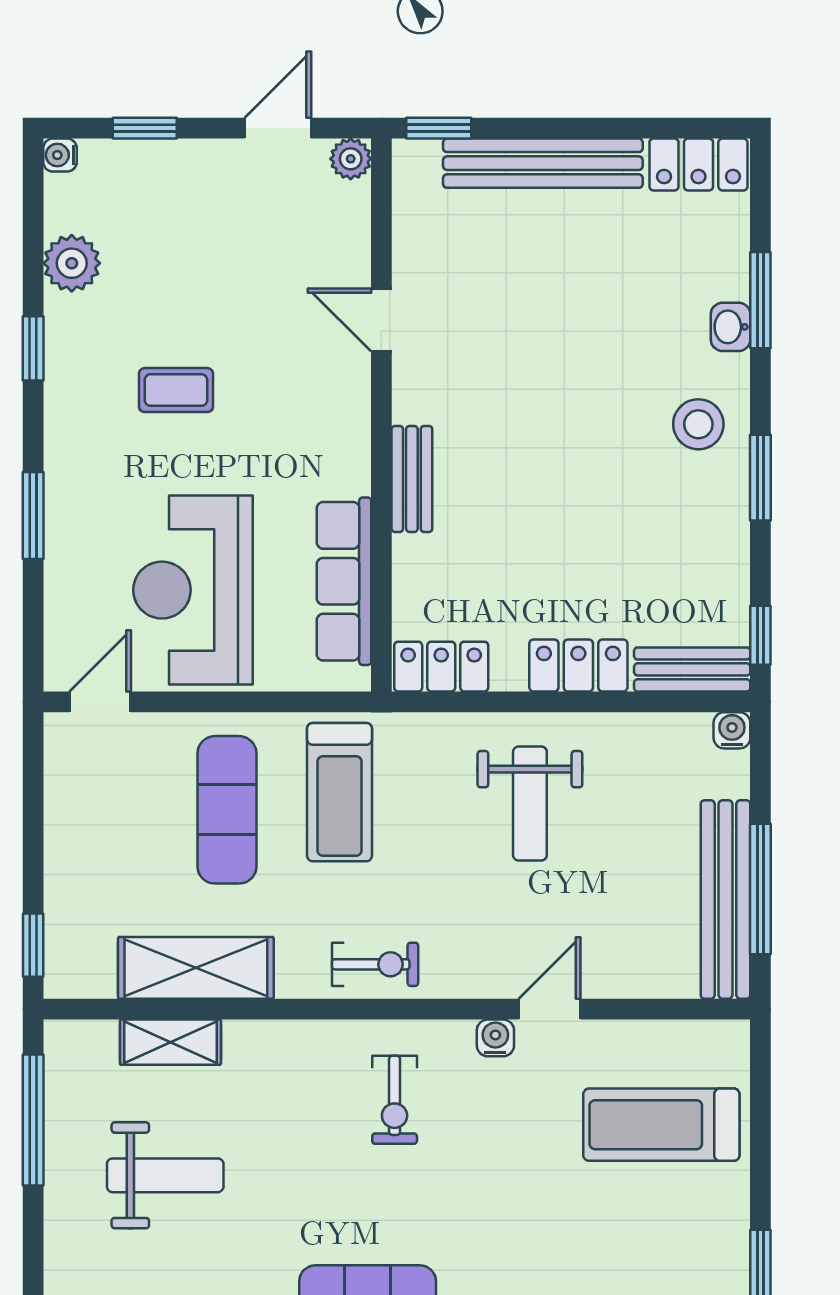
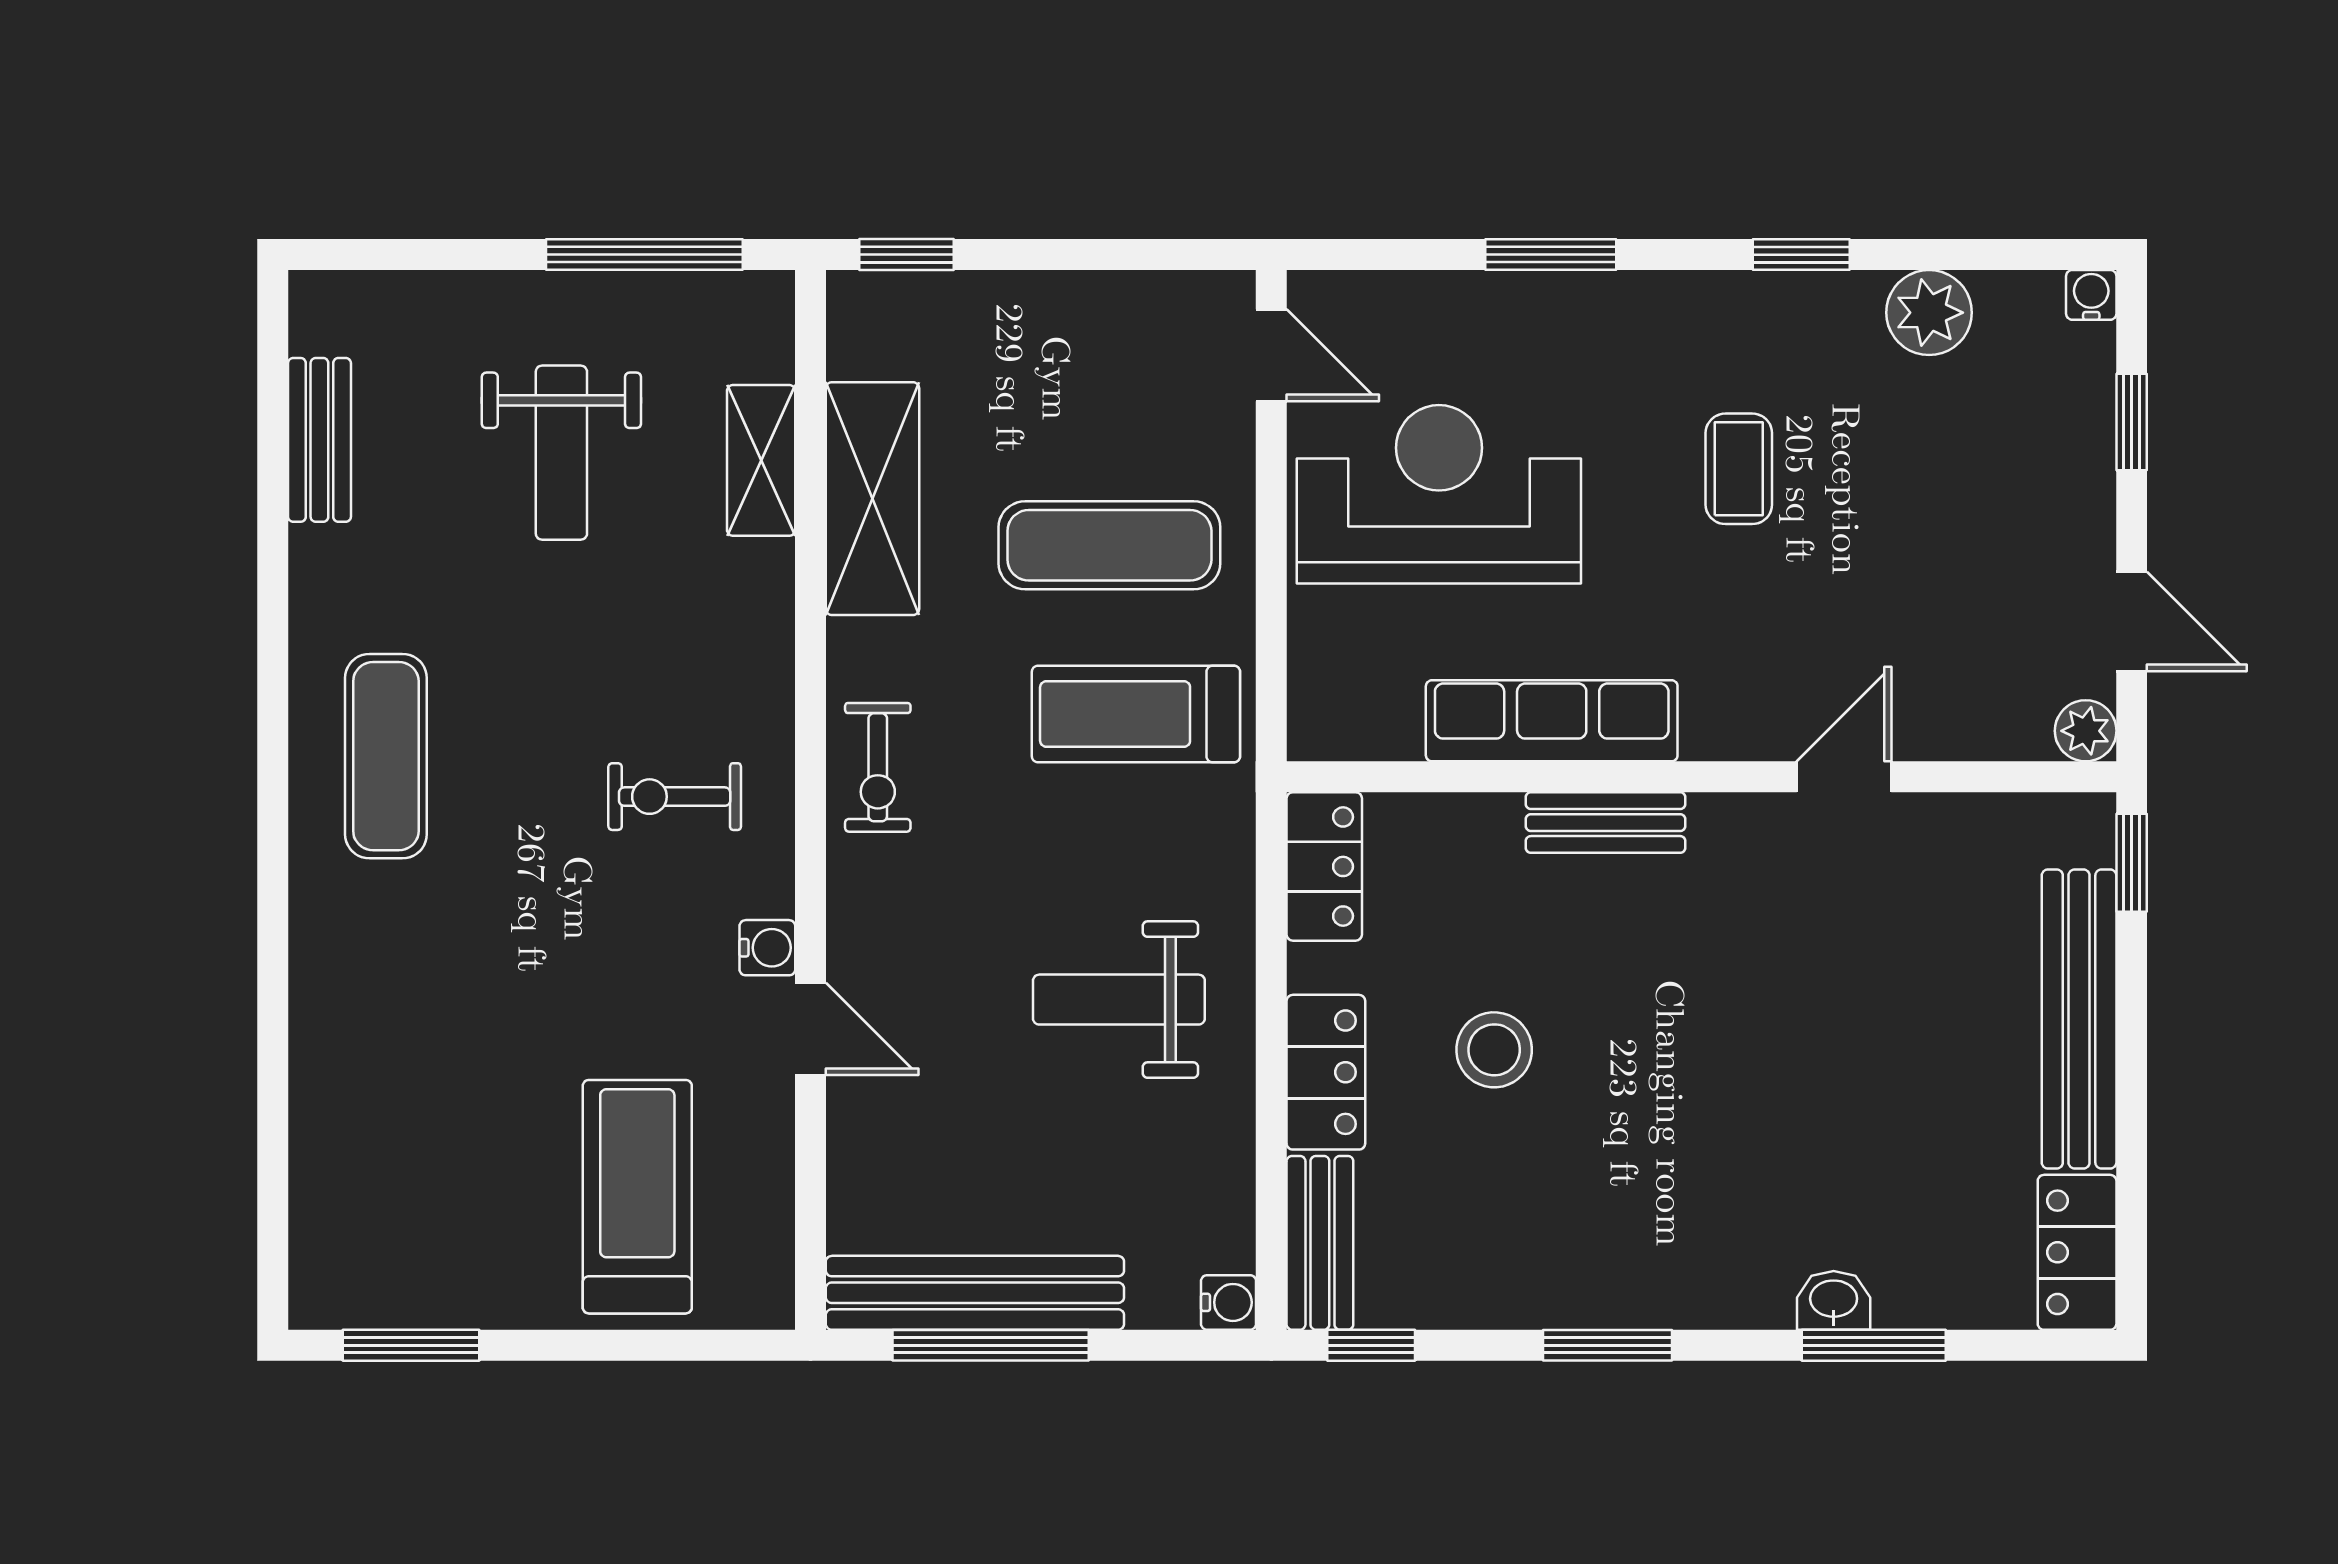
stool: (698, 424) -> (1494, 1050), moved
row of seats: (344, 581) -> (1552, 721), moved

